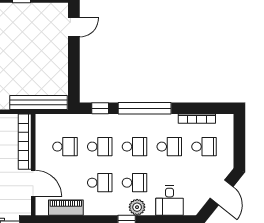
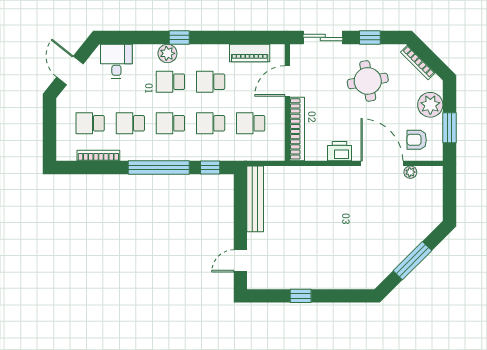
bench: (39, 103) -> (255, 199), moved, turned 90
door: (33, 183) -> (287, 81), hinge flipped
desk: (169, 201) -> (116, 61), moved

